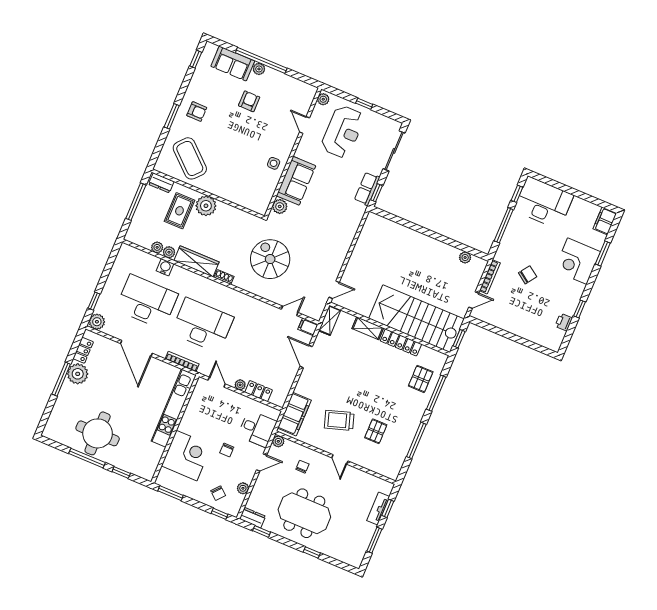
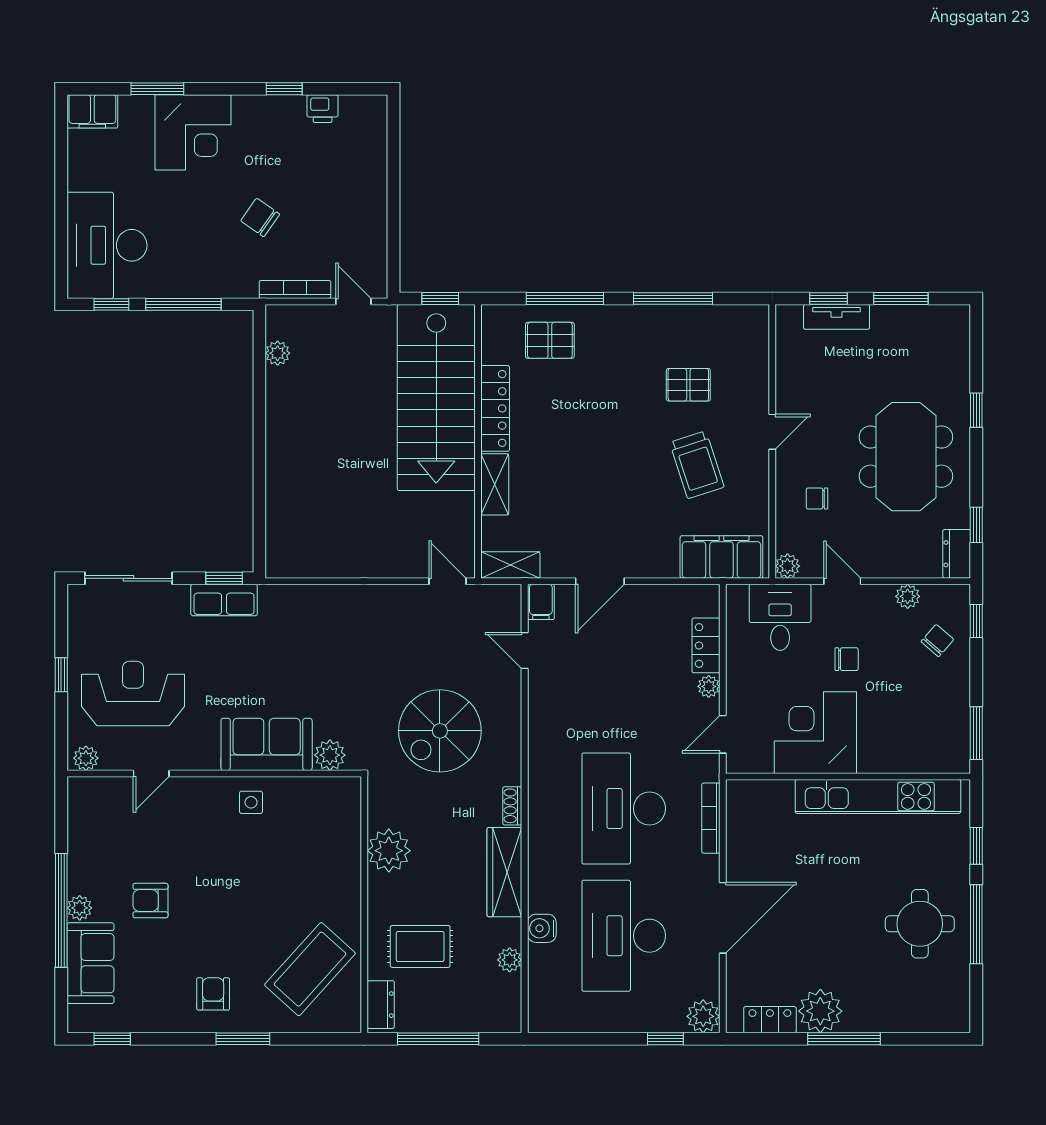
plant: (206, 206) -> (389, 851), moved
plant: (169, 252) -> (509, 933), removed
kitchen unit: (174, 408) -> (878, 796), moved
round table: (98, 433) -> (920, 924), width x0.73, depth x0.73
corner desk: (187, 456) -> (815, 733), moved

